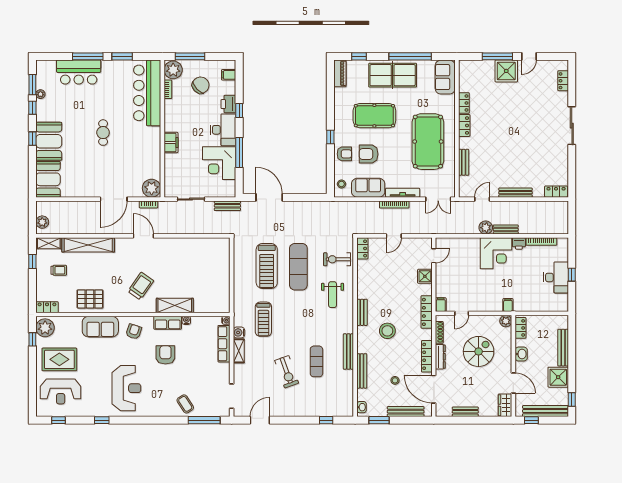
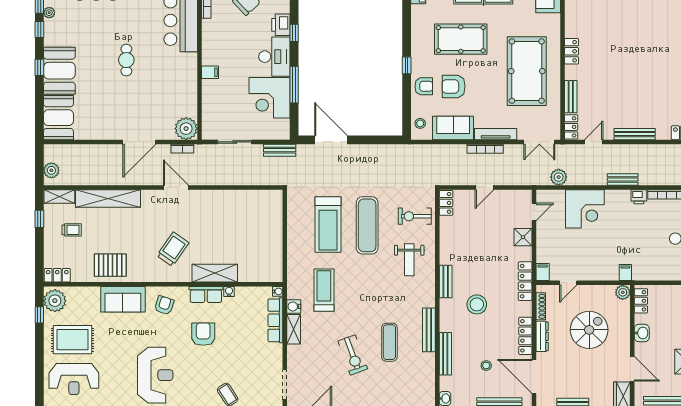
locker: (464, 103) -> (571, 127), moved
filing cabinet: (171, 142) -> (210, 72), width x0.50
plant: (486, 228) -> (559, 177), moved
corner desk: (496, 253) -> (585, 209), moved
treadmill: (263, 319) -> (324, 290), turned 180

